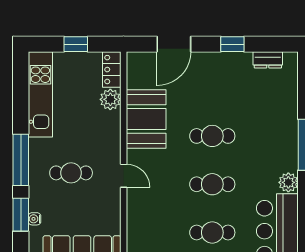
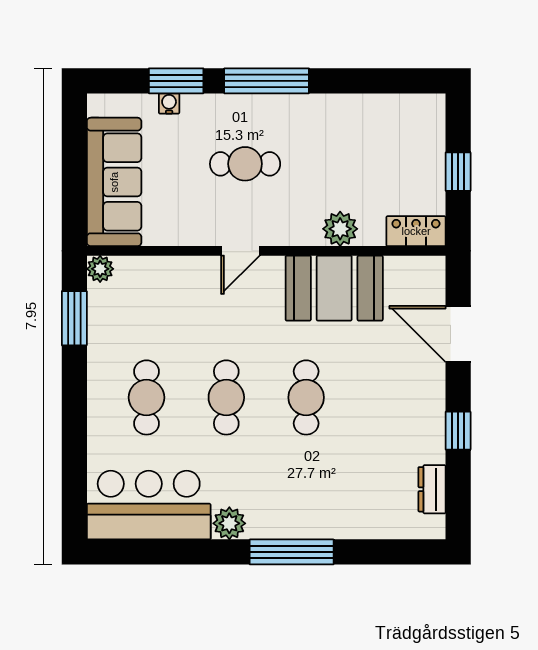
kitchen unit: (40, 94) -> (375, 113), removed
plant: (110, 99) -> (340, 229), moved
cafe table: (71, 173) -> (245, 164), turned 90

